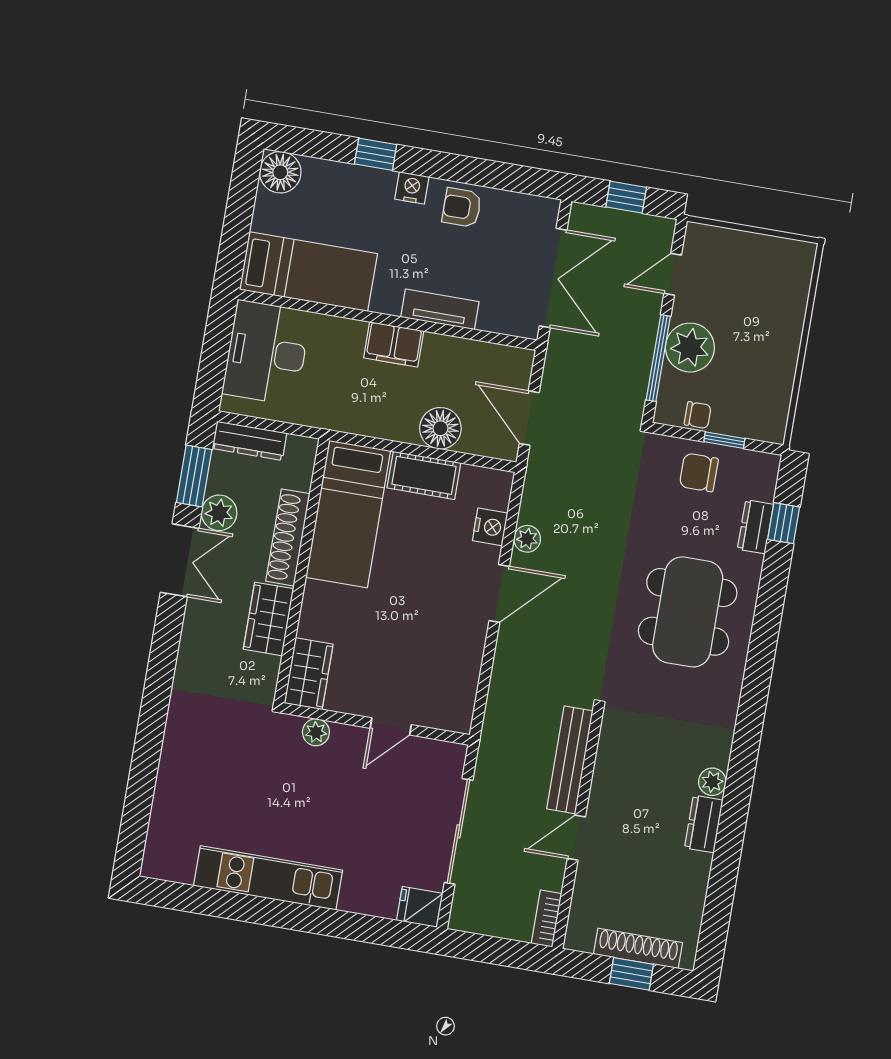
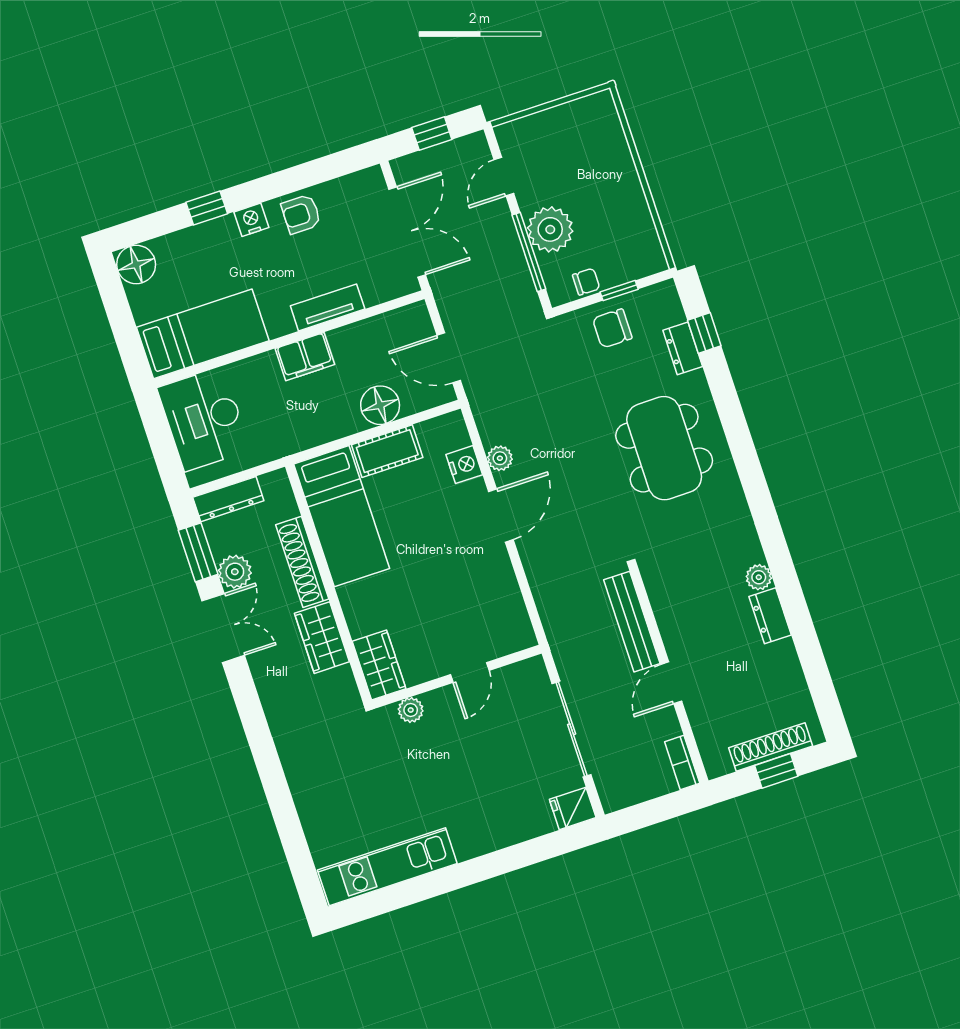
kitchen unit: (268, 878) -> (387, 867), moved

